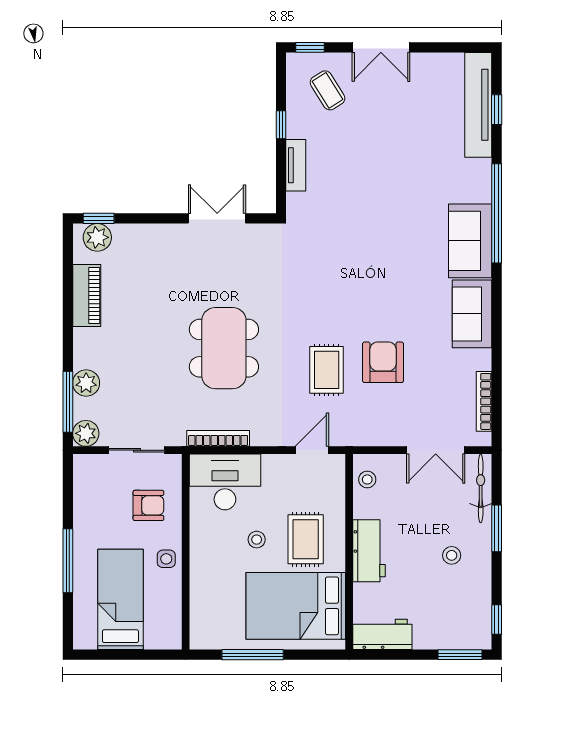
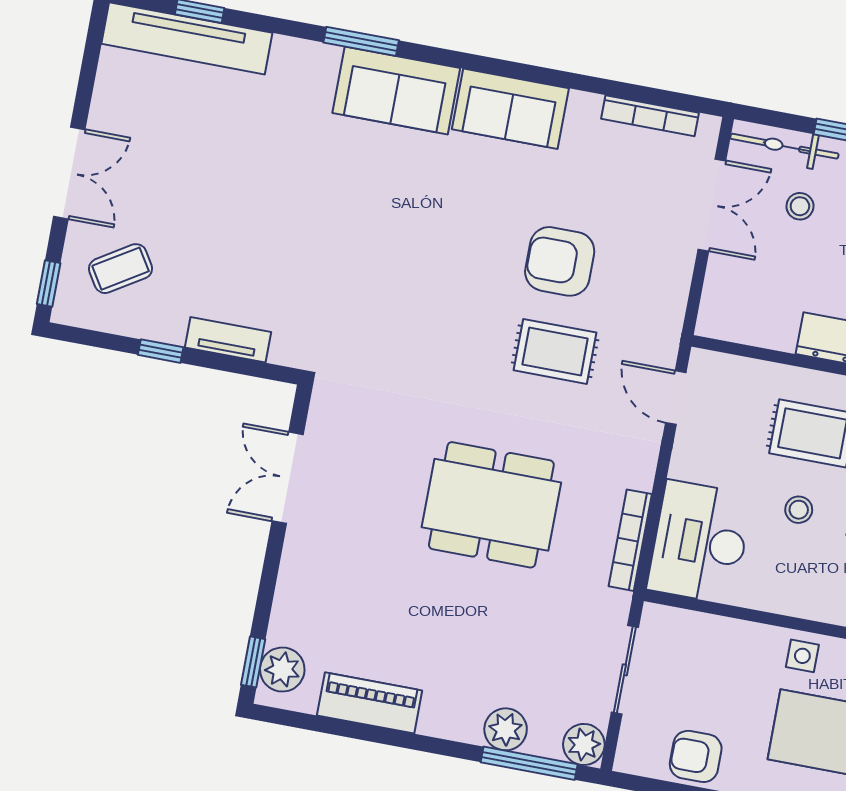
window: (497, 213) -> (361, 41), width x0.47
stool: (367, 479) -> (800, 206), moved
armchair: (148, 505) -> (696, 756), moved, turned -90

